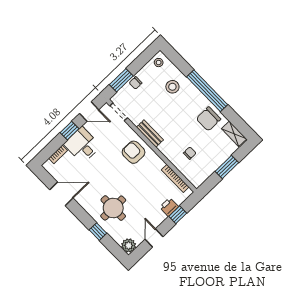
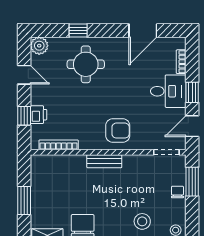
bench: (150, 133) -> (104, 161), moved
chair: (190, 153) -> (68, 180), removed

